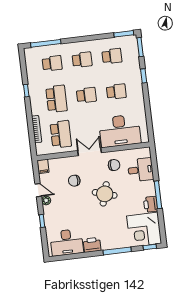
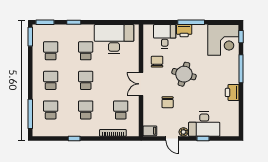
school desk: (56, 99) -> (86, 110), width x0.54
desk: (120, 131) -> (114, 39), moved, turned -90
school desk: (61, 134) -> (121, 110), width x0.54
door: (38, 190) -> (172, 138), swing flipped
printer: (151, 204) -> (184, 31), moved
desk: (67, 242) -> (204, 124), moved, turned 90

